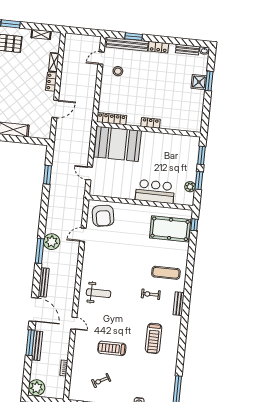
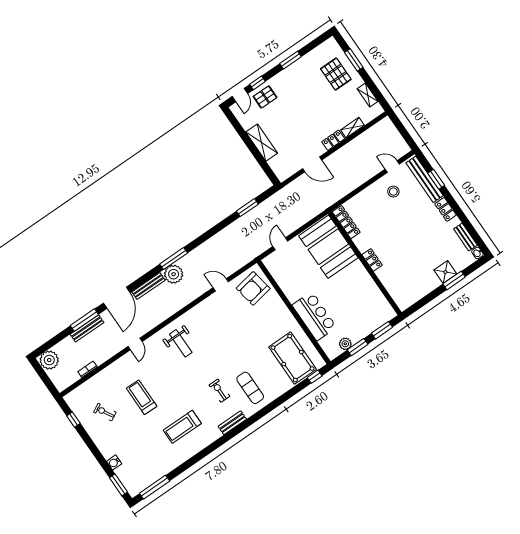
plant: (52, 242) -> (174, 274), moved

